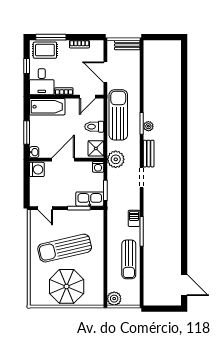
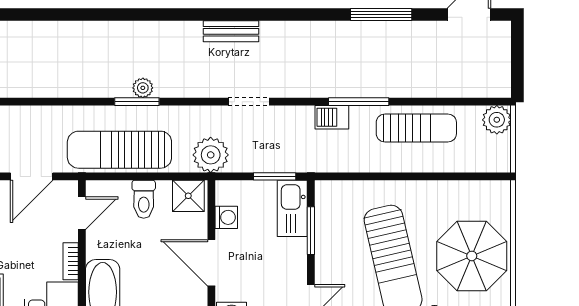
door: (87, 97) -> (82, 213), hinge flipped
bench: (149, 154) -> (231, 31), moved
washing machine: (98, 167) -> (226, 217), moved
window: (184, 242) -> (381, 15), added
plant: (114, 299) -> (497, 120), moved

